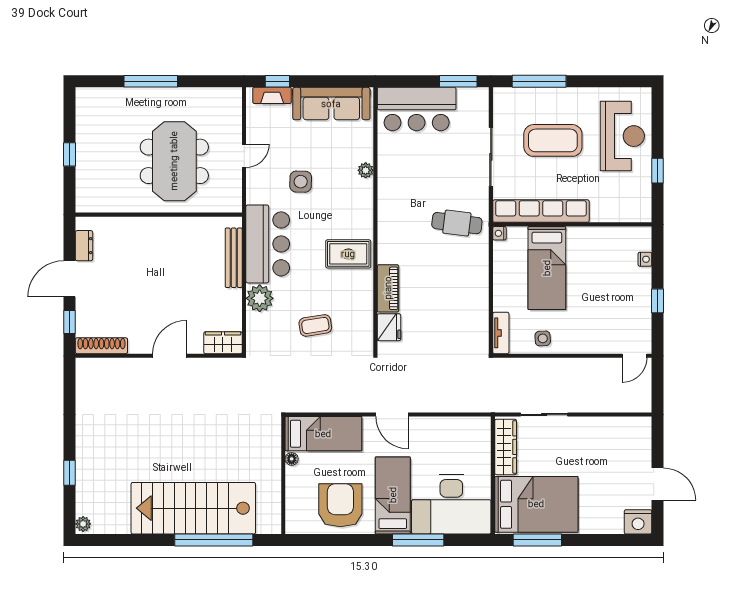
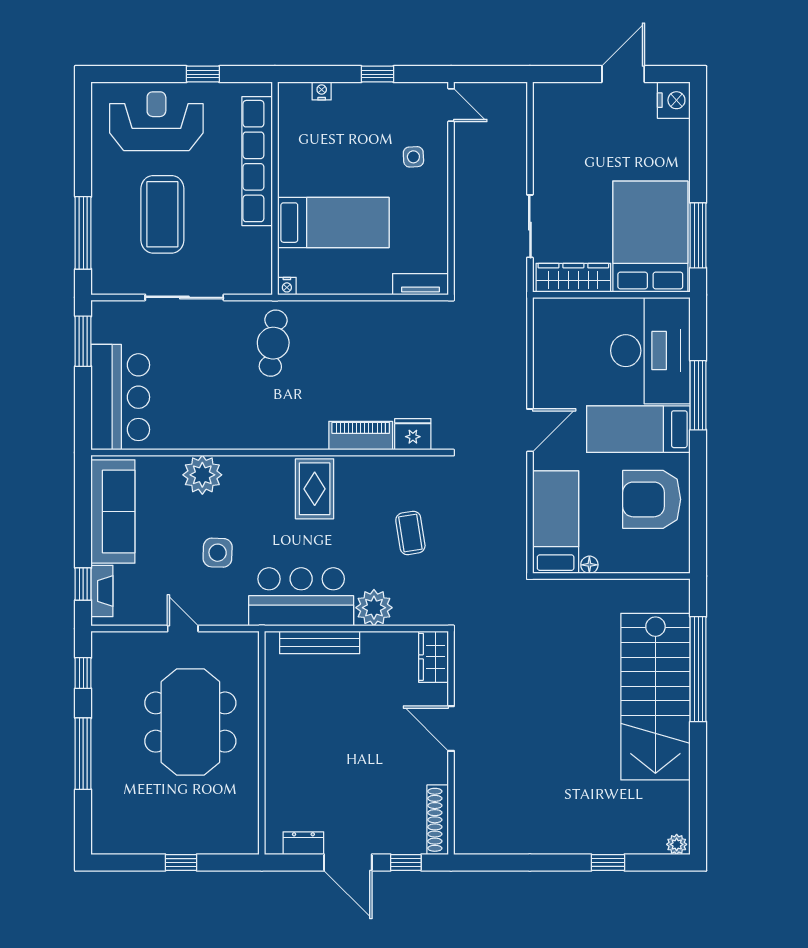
window: (211, 81) -> (83, 673), added
meeting table: (174, 161) -> (190, 722), turned 90
plant: (366, 170) -> (202, 475), width x1.87, depth x1.87
row of seats: (541, 211) -> (257, 161), moved
side table: (543, 338) -> (413, 157), moved

